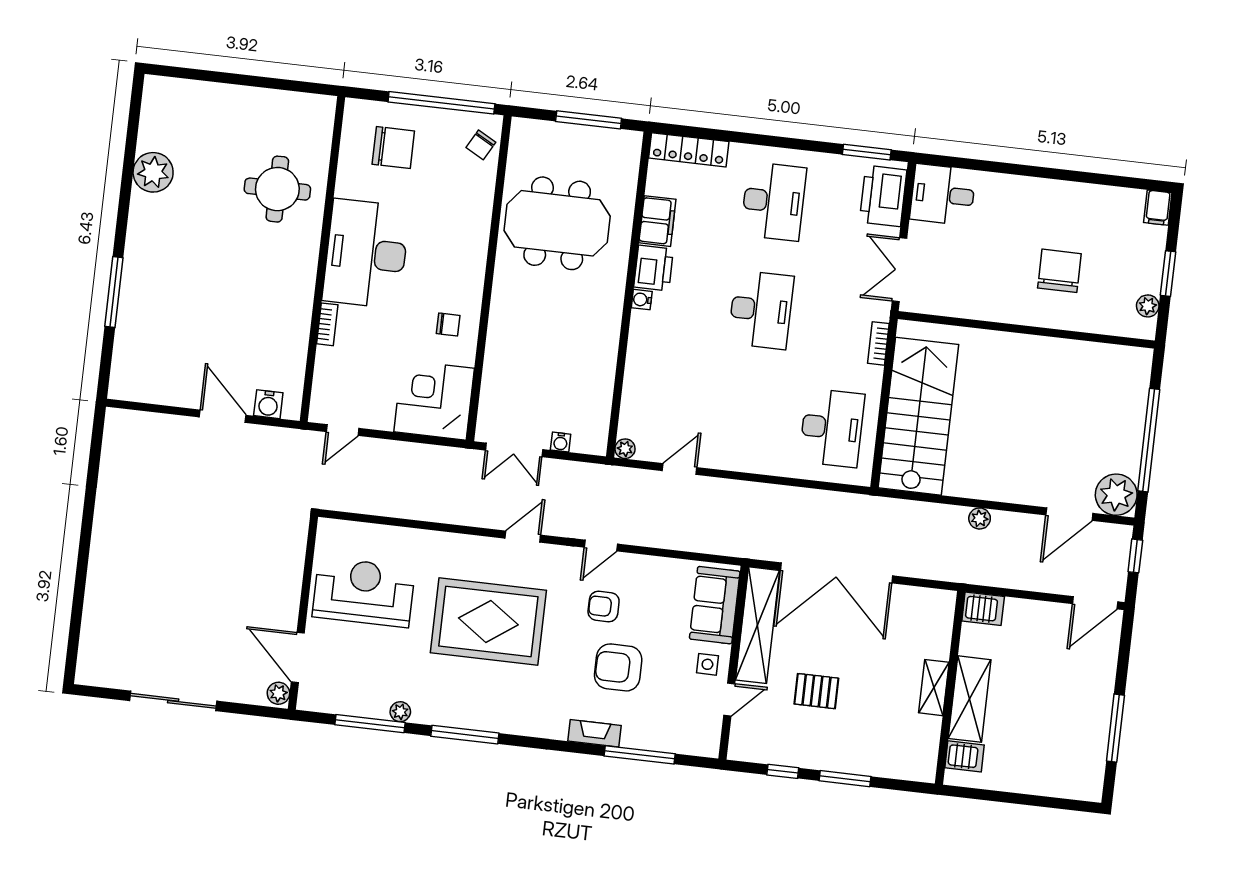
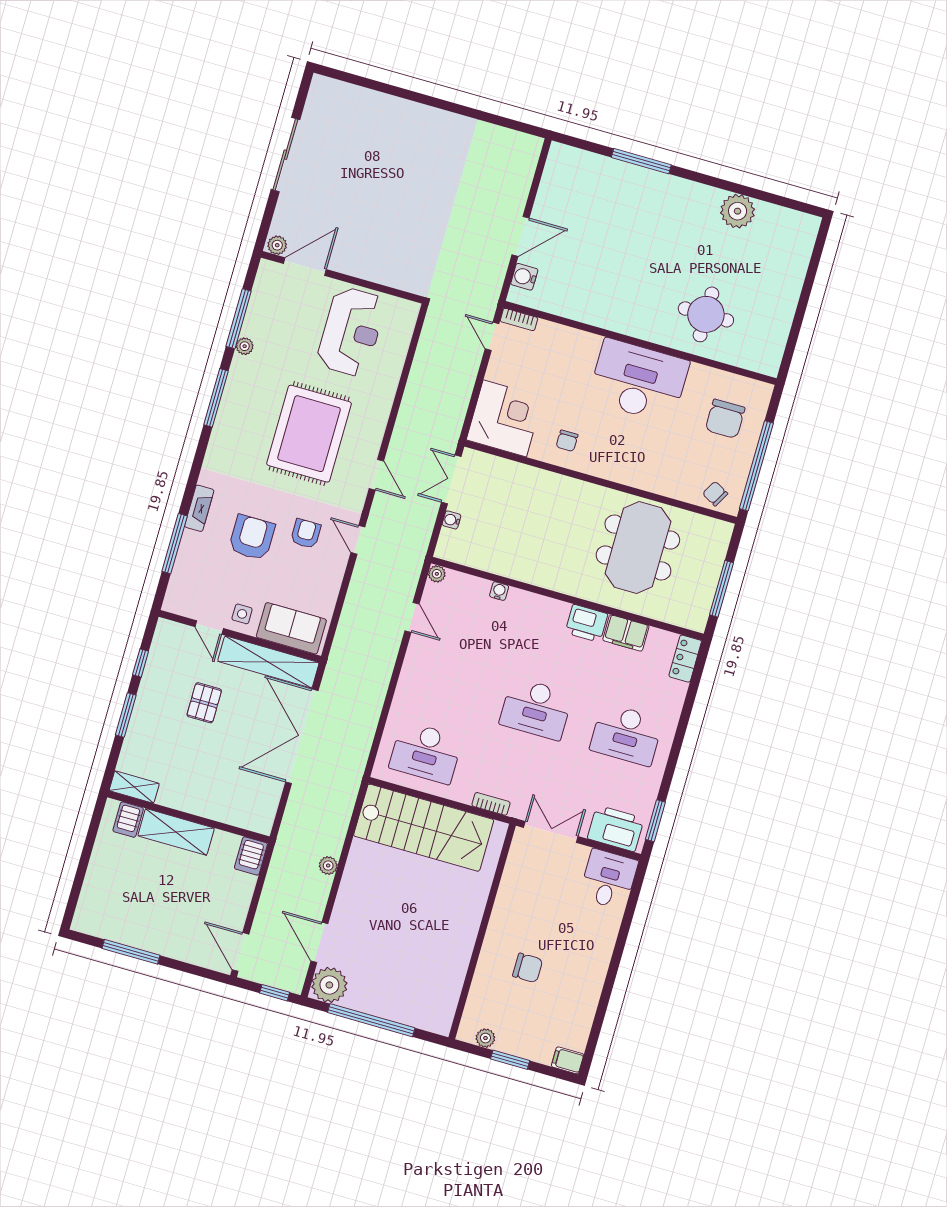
locker: (689, 150) -> (685, 659), width x0.66
chair: (1059, 271) -> (528, 968), width x0.73, depth x0.73
water cooler: (642, 300) -> (499, 591), moved
bookcase: (327, 324) -> (519, 320), moved
shelving: (934, 688) -> (134, 787), moved

